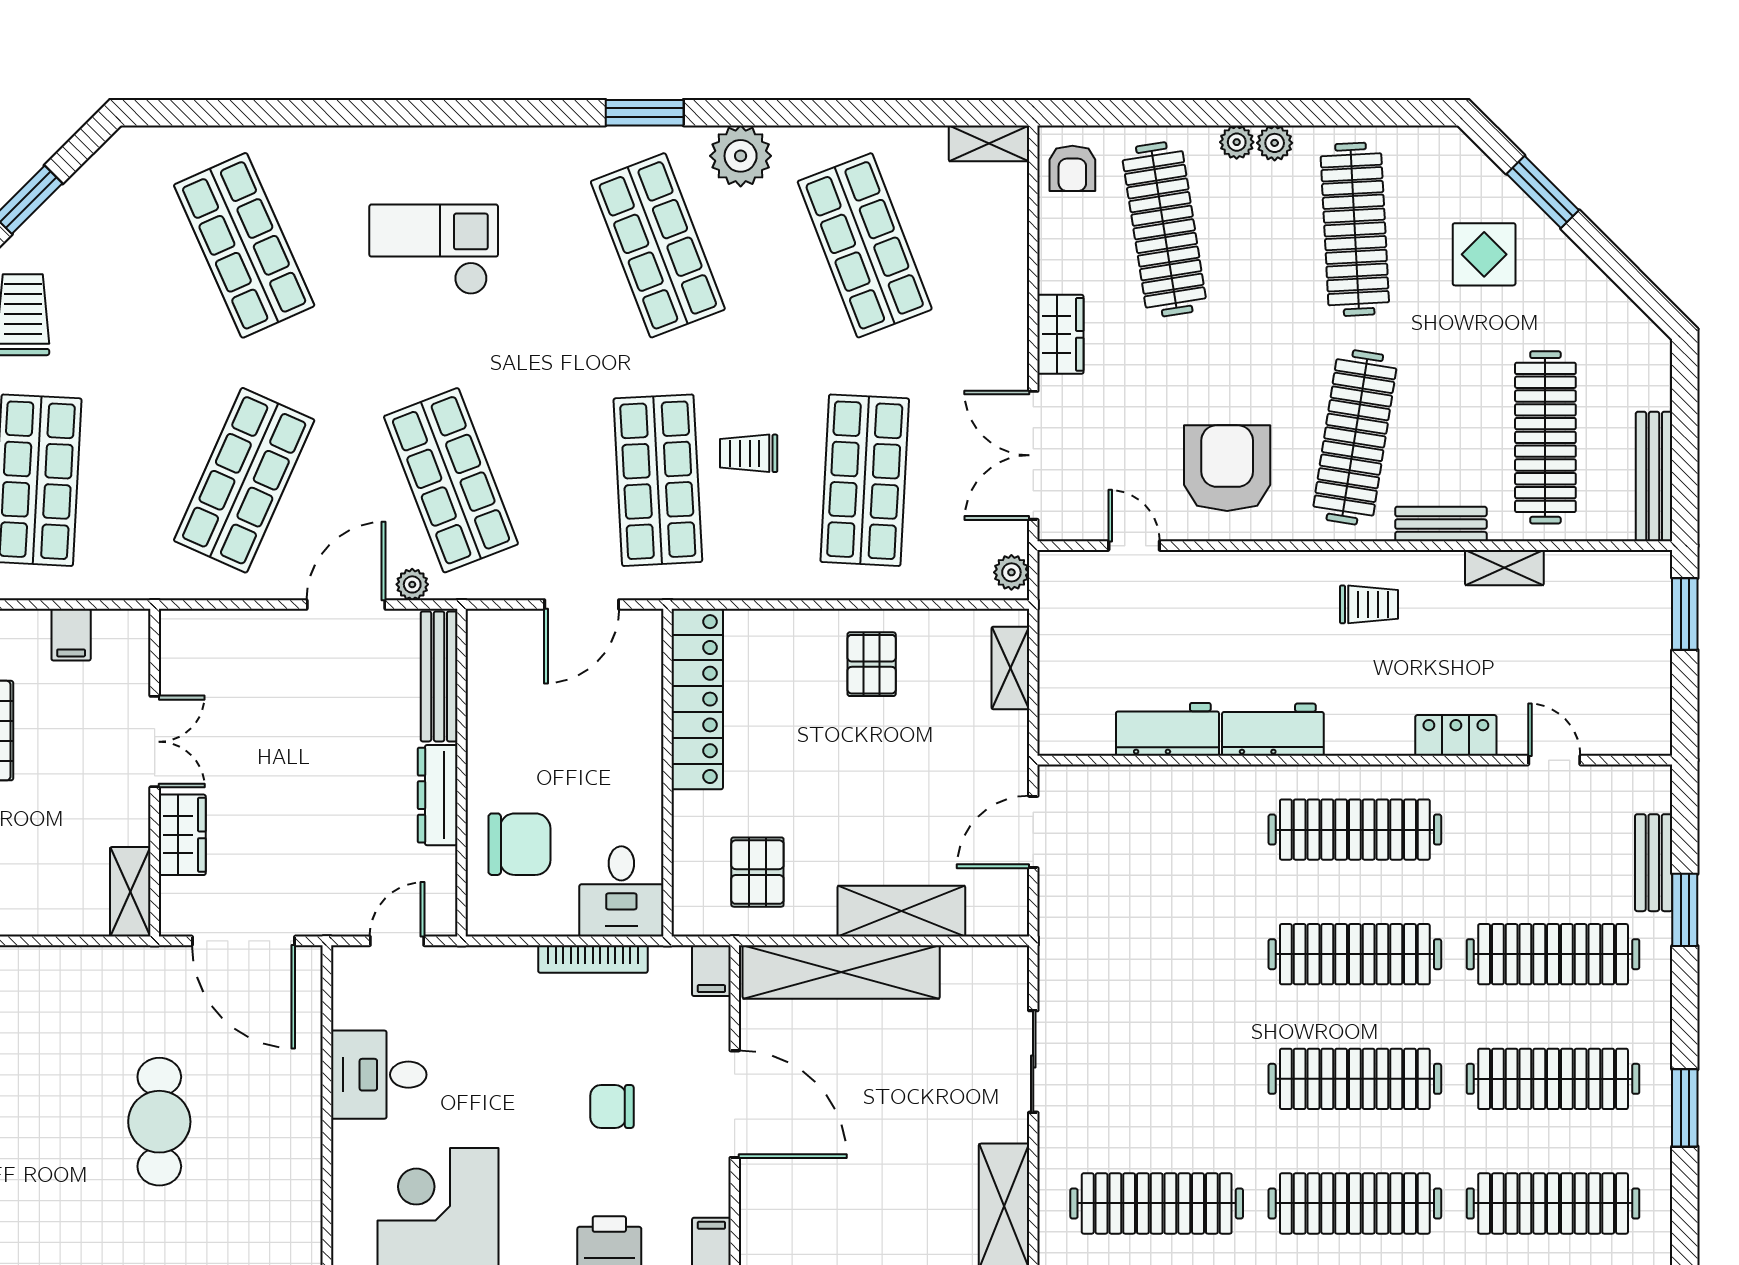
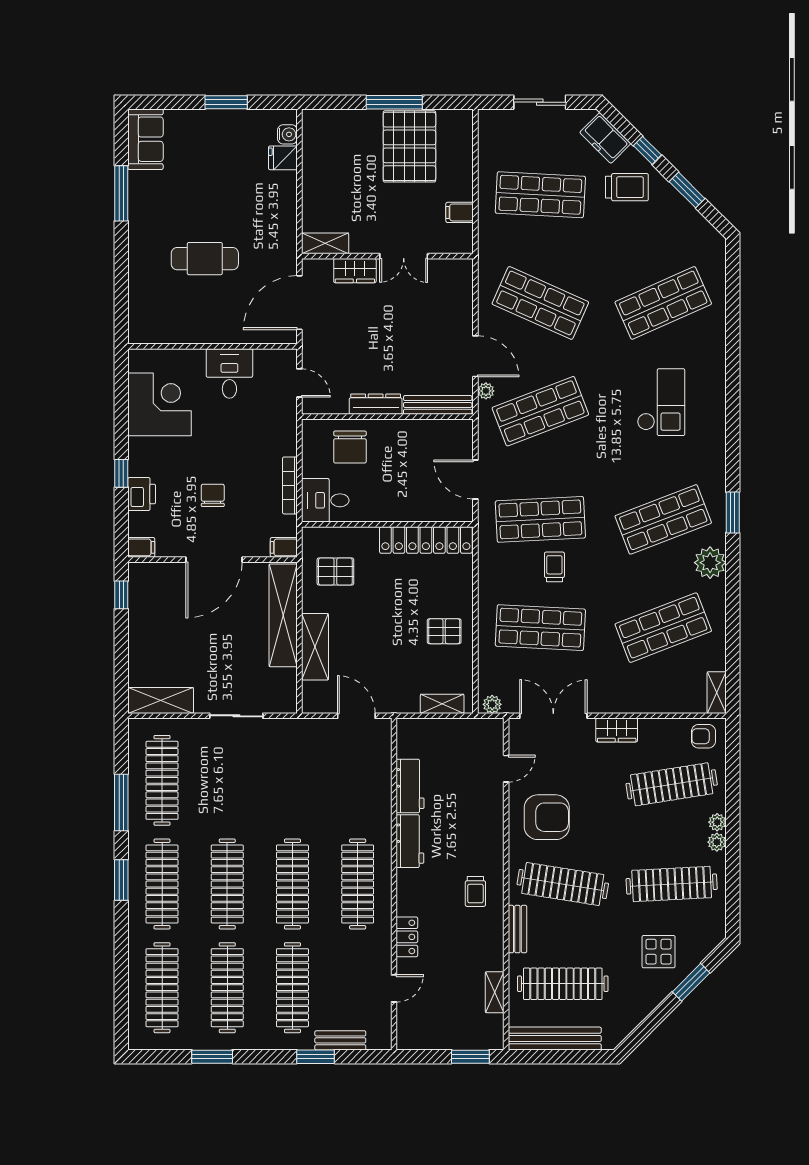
bench: (1654, 477) -> (555, 1039), width x1.37, depth x1.21
shelving: (1504, 568) -> (495, 992), moved

